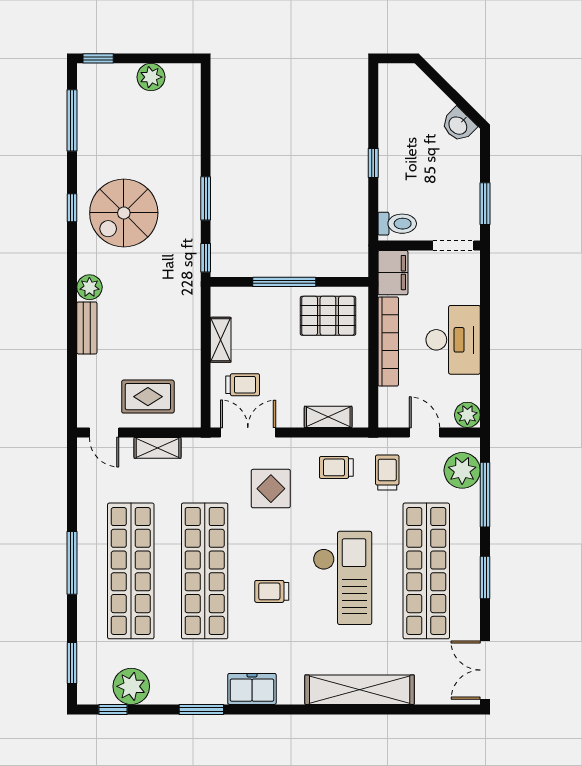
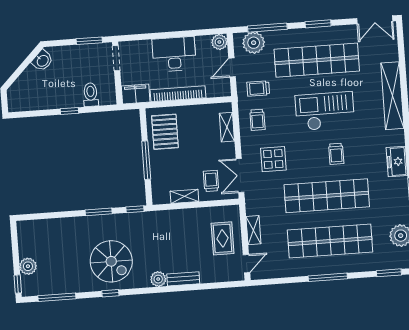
plant: (151, 77) -> (28, 266), moved
toilet: (397, 224) -> (91, 95), moved

